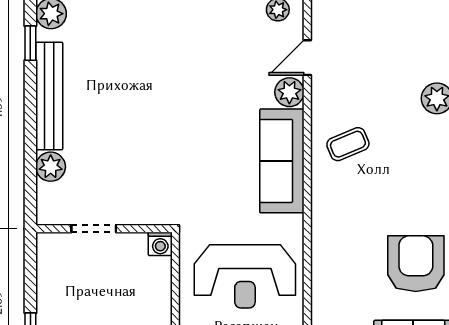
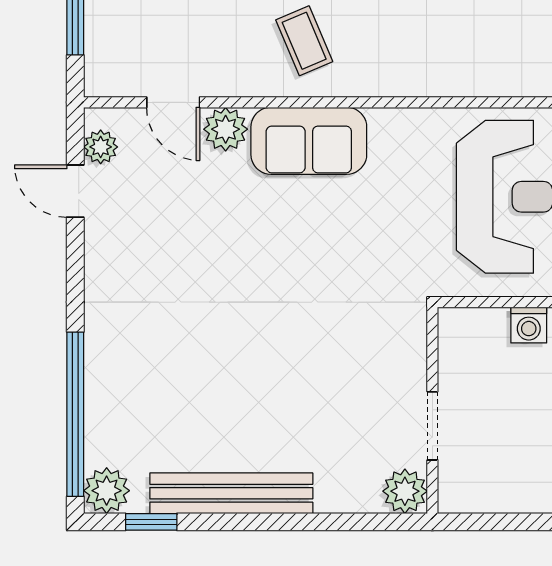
sofa: (282, 161) -> (309, 141), width x0.73
plant: (51, 167) -> (405, 491), moved
washing machine: (160, 244) -> (529, 325), moved, turned 90

